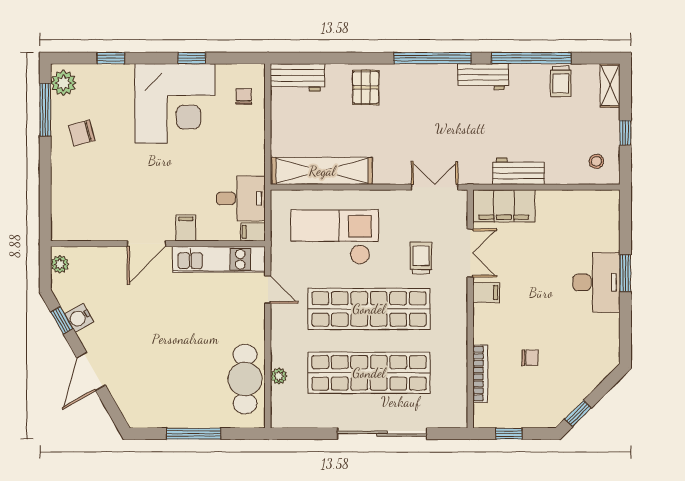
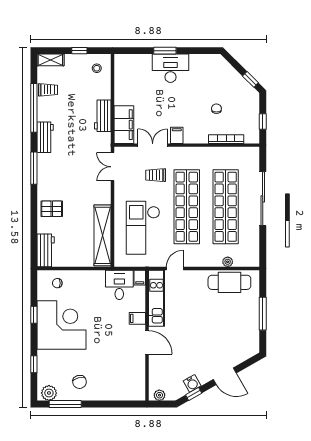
window: (432, 58) -> (34, 168), width x0.68

